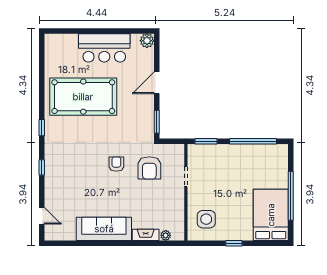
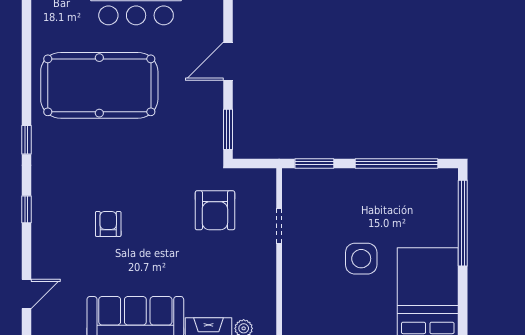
armchair: (116, 164) -> (108, 224), moved
window: (291, 196) -> (463, 223), moved
door: (42, 216) -> (26, 294), hinge flipped
side table: (206, 219) -> (361, 259), moved

